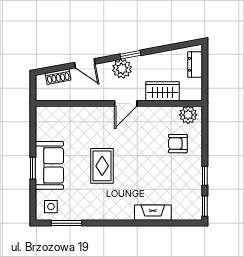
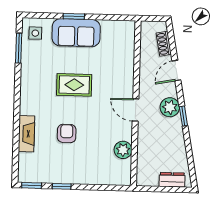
wardrobe: (163, 91) -> (146, 147), removed
plant: (188, 115) -> (123, 150), moved
armchair: (178, 144) -> (67, 133), moved

